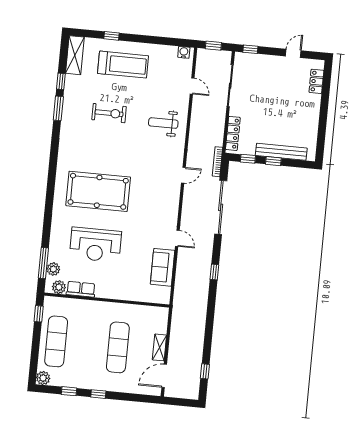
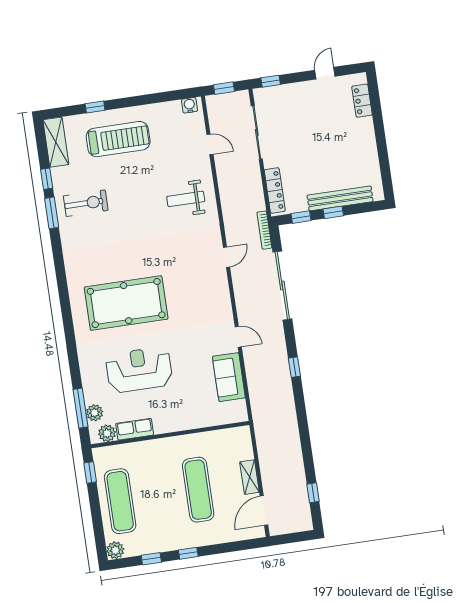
exercise bike: (109, 113) -> (86, 203), moved
reception desk: (95, 245) -> (139, 370), turned 180

